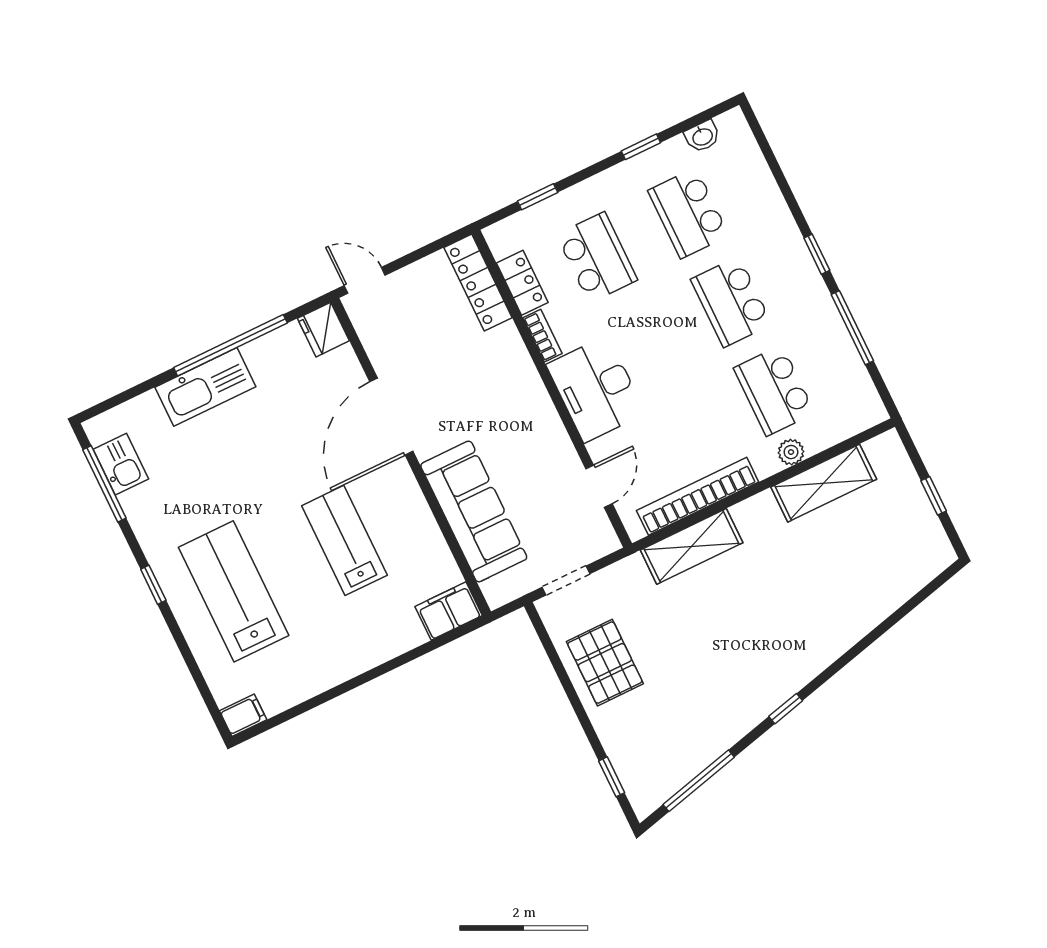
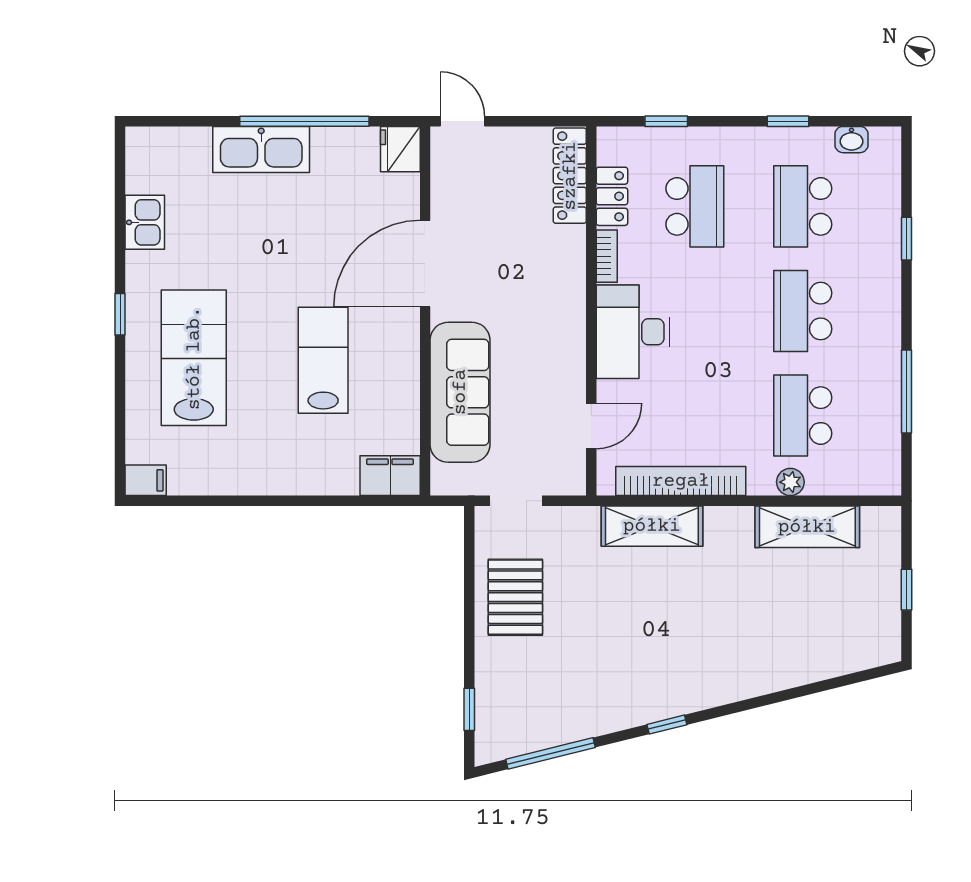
window: (817, 254) -> (906, 239), moved
kitchen sink: (121, 464) -> (145, 222), moved
window: (104, 484) -> (120, 195), removed

